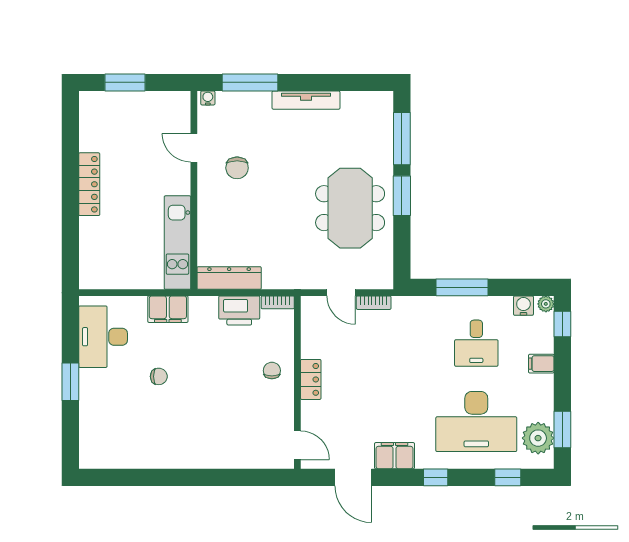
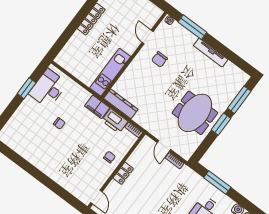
filing cabinet: (168, 309) -> (97, 107), moved
window: (70, 382) -> (27, 88), moved

